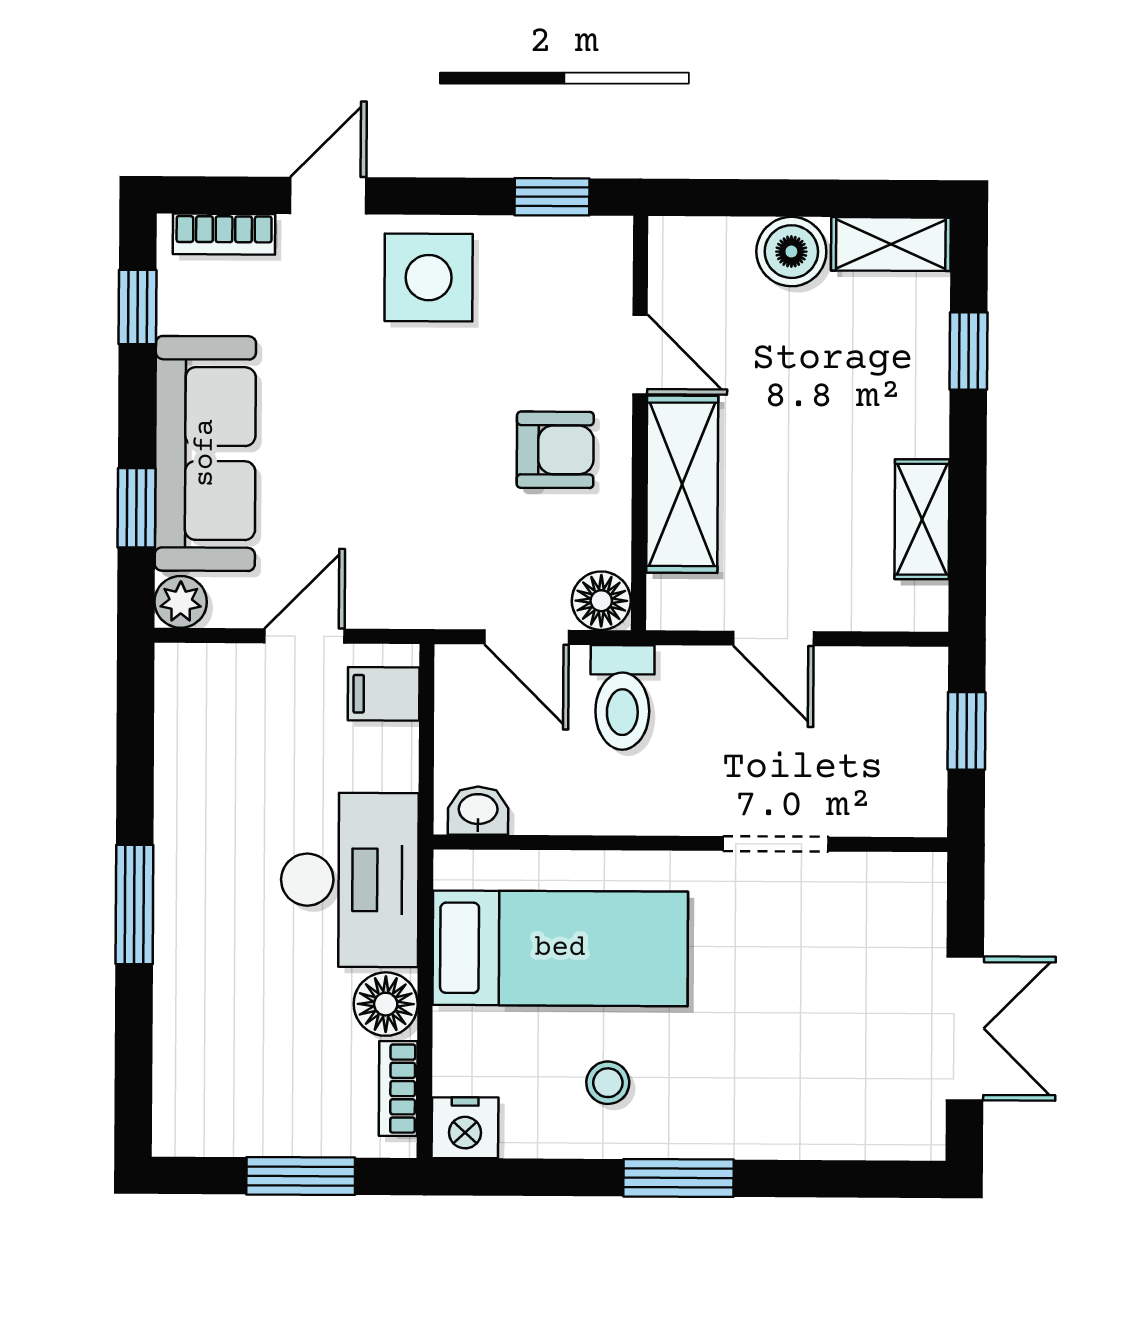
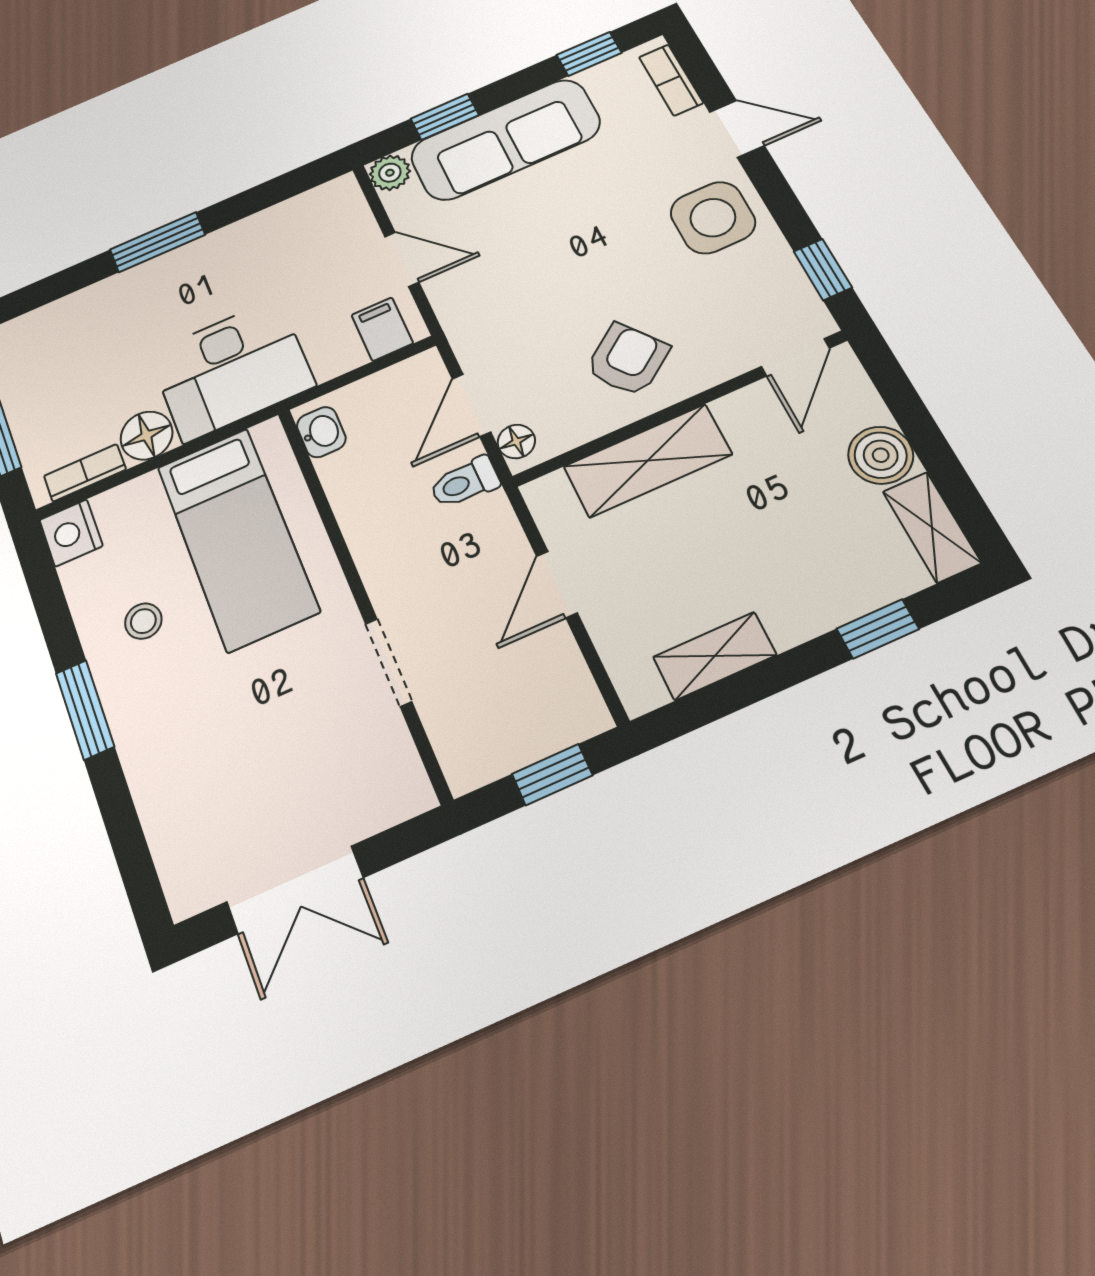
door: (640, 355) -> (795, 357), moved
armchair: (555, 450) -> (627, 359), turned -127
floor lamp: (601, 601) -> (516, 442), width x0.73, depth x0.73
toilet: (622, 697) -> (465, 482), width x0.73, depth x0.72

